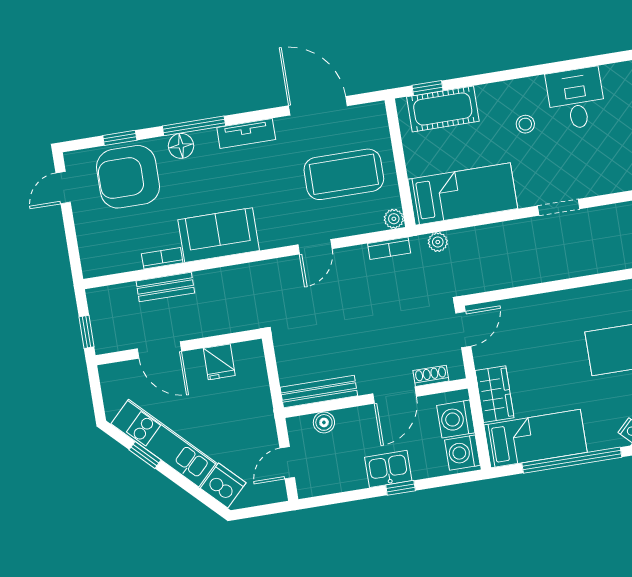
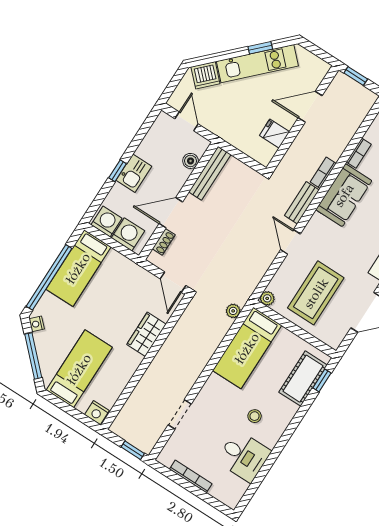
doorway: (559, 207) -> (180, 414), moved
bookcase: (389, 248) -> (323, 173), moved
bench: (165, 287) -> (302, 203), moved
wardrobe: (495, 394) -> (146, 334), moved, turned 90
door: (395, 395) -> (171, 213), hinge flipped

